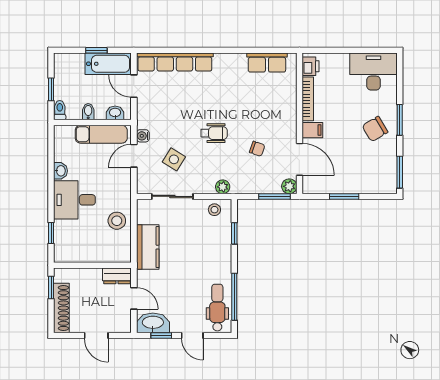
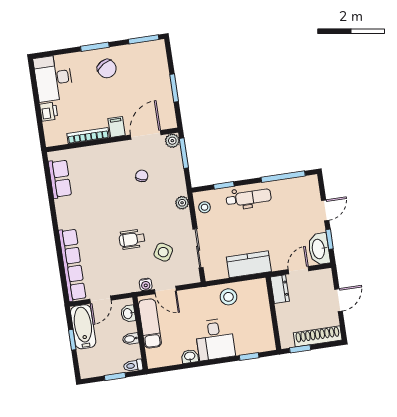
printer: (311, 66) -> (49, 112), moved, turned 90
wheelchair: (214, 133) -> (132, 239), moved, turned -90
dental chair: (217, 308) -> (249, 198), moved, turned 180

